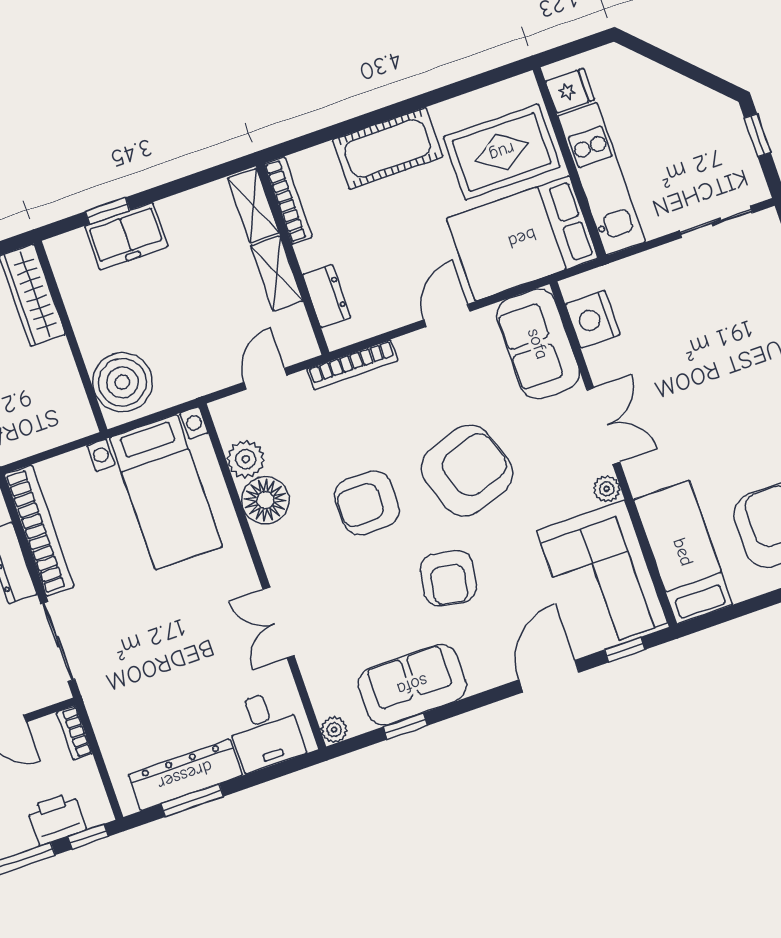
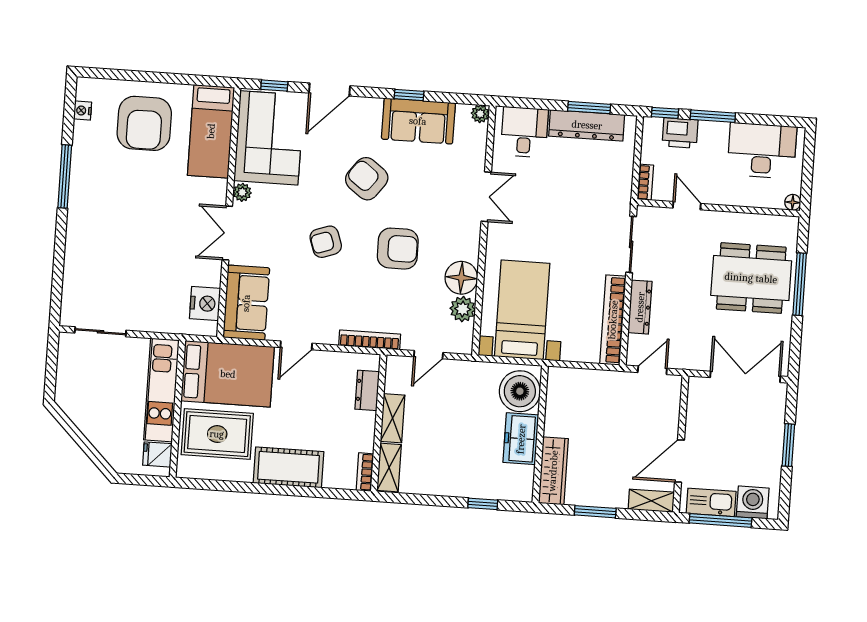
window: (757, 135) -> (51, 375), removed
bookcase: (288, 200) -> (365, 472), width x0.64
freezer: (126, 236) -> (521, 439), moved, turned -90
armchair: (467, 471) -> (326, 242), width x0.53, depth x0.53
armchair: (448, 578) -> (367, 179), turned -63
window: (405, 726) -> (409, 95), moved

